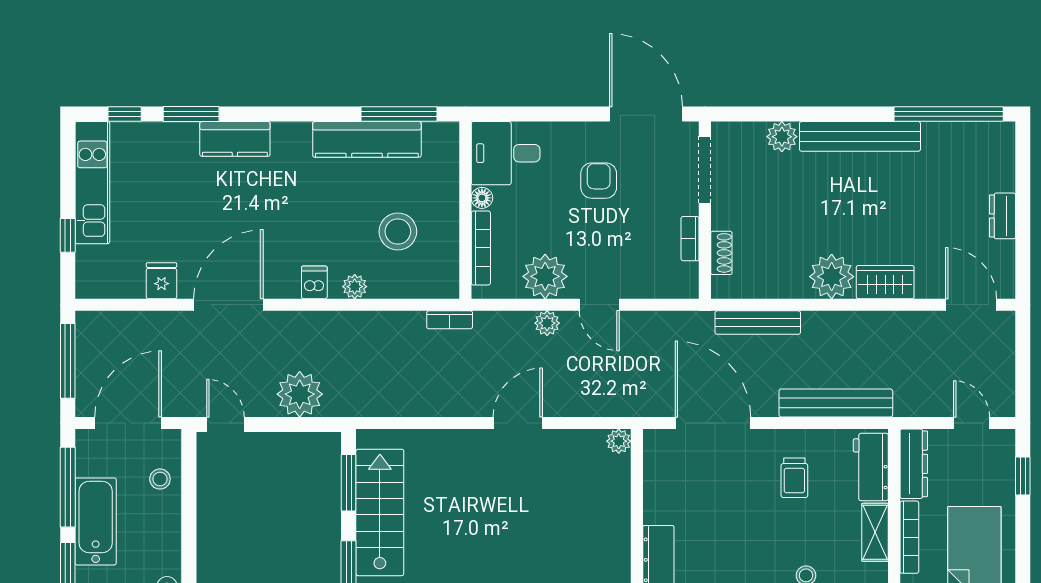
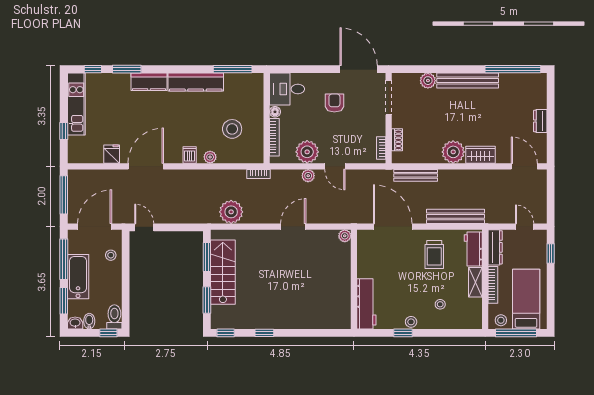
kitchen counter: (367, 139) -> (196, 82), moved
bookcase: (690, 239) -> (381, 148), moved
plant: (300, 394) -> (231, 212), moved
trolley: (794, 478) -> (434, 254), width x1.36, depth x1.39

